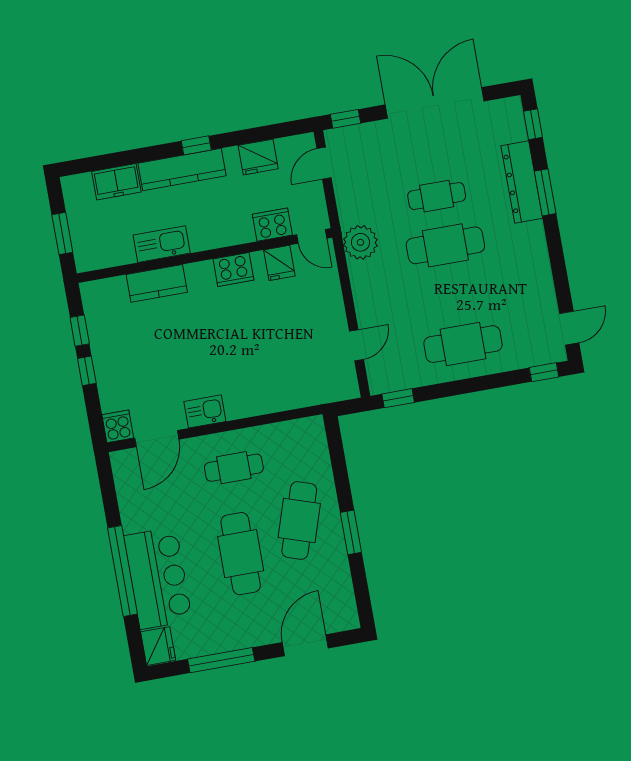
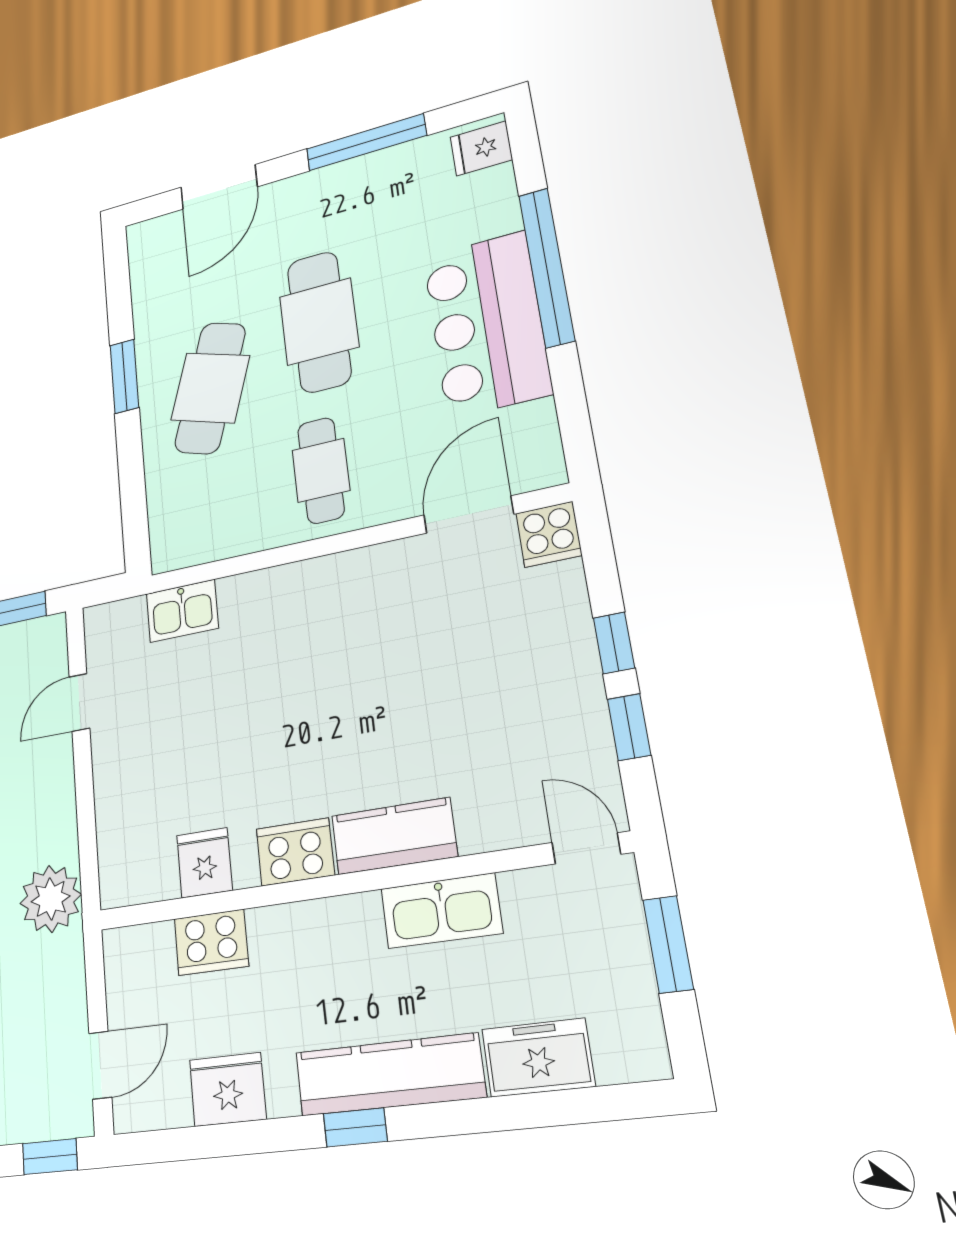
door: (312, 236) -> (586, 848), moved
kitchen counter: (157, 283) -> (394, 836), moved
kitchen sink: (205, 411) -> (182, 611), moved
cafe table: (234, 468) -> (321, 470), turned 90
bar counter: (158, 578) -> (487, 324), moved
fridge: (158, 646) -> (481, 148), width x0.72

